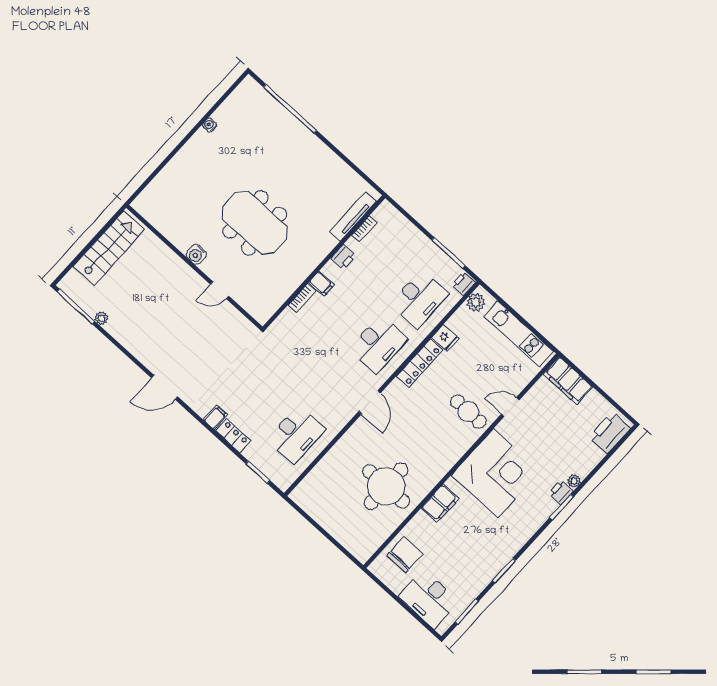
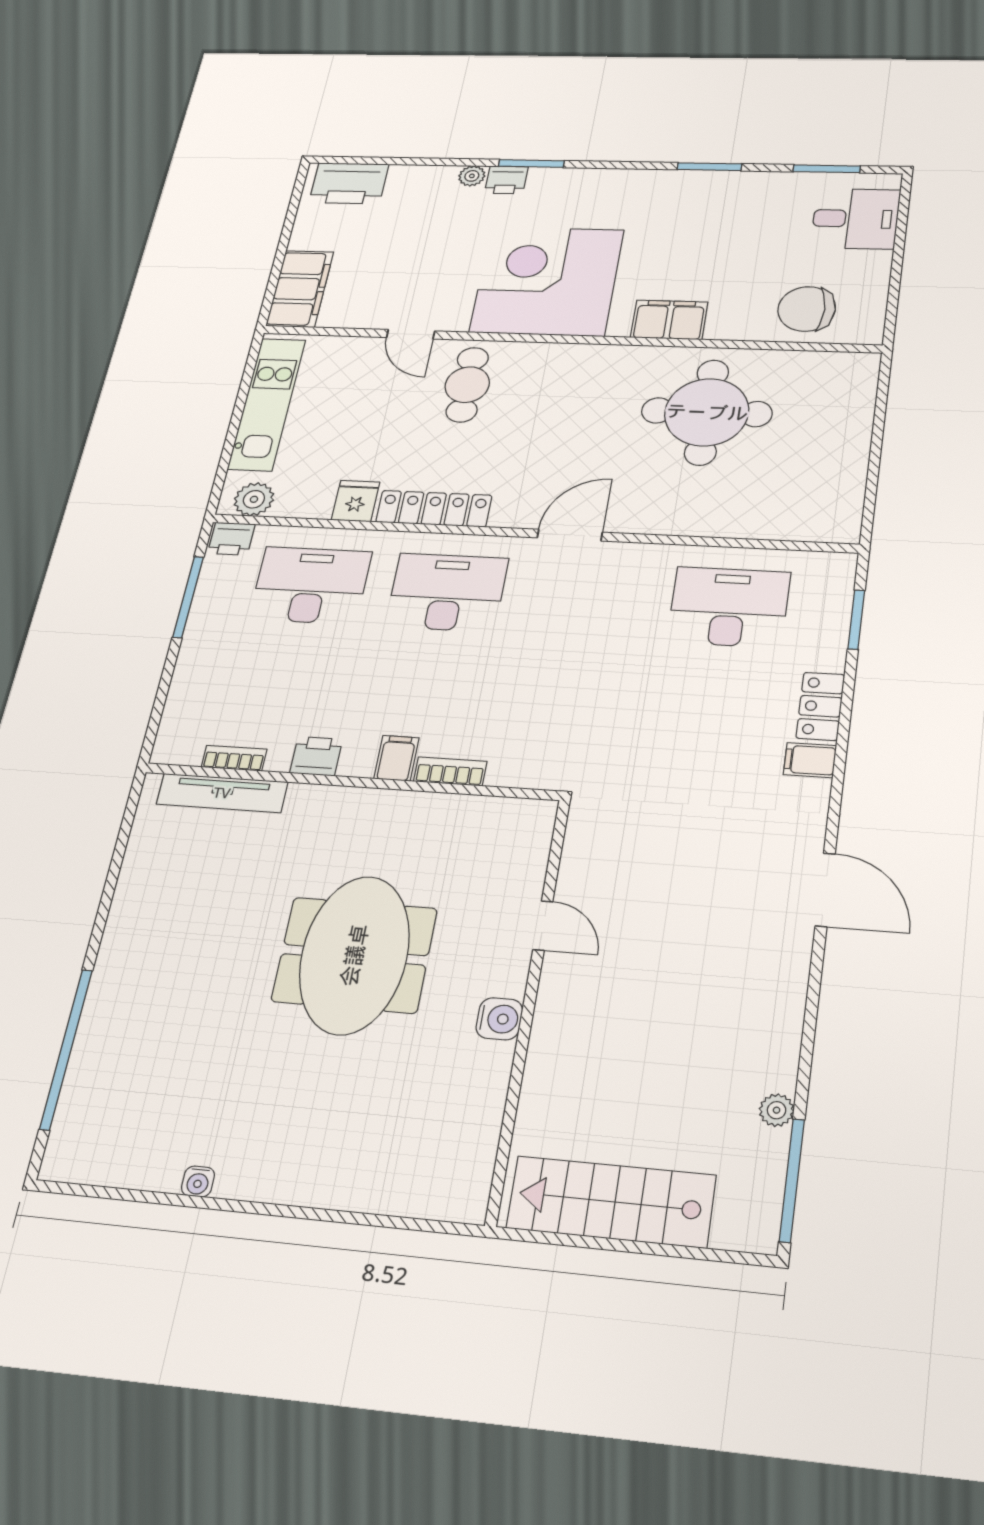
desk: (429, 599) -> (855, 219), width x0.73

